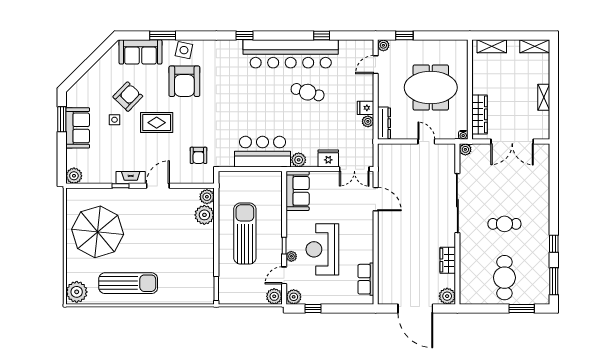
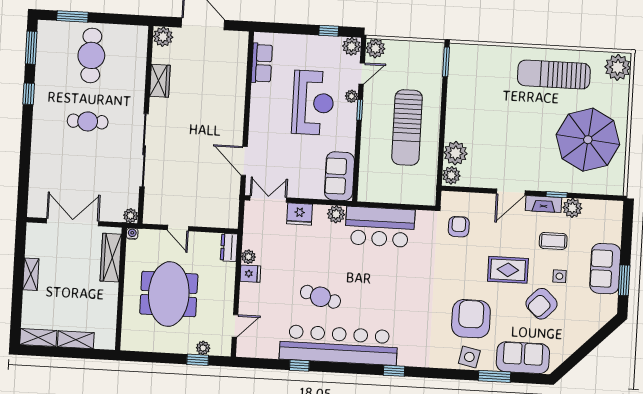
plant: (383, 45) -> (203, 348), moved
shelving: (492, 46) -> (76, 340), moved
meeting table: (431, 88) -> (169, 294), turned 90
dresser: (384, 123) -> (229, 247), width x0.70
coffee table: (121, 148) -> (553, 241), added
plant: (74, 176) -> (572, 208), moved

